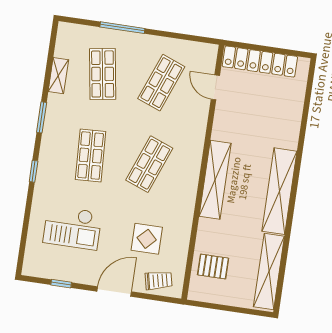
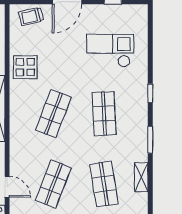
display table: (147, 239) -> (25, 67), moved

